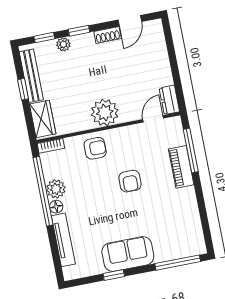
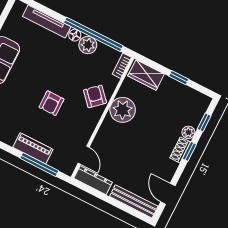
shoe rack: (108, 35) -> (180, 150), moved
bench: (31, 76) -> (134, 201), moved
dresser: (169, 100) -> (93, 180), width x1.44
plant: (105, 113) -> (123, 110), moved
armchair: (95, 148) -> (95, 96), turned 138
armchair: (130, 181) -> (51, 103), turned -90

